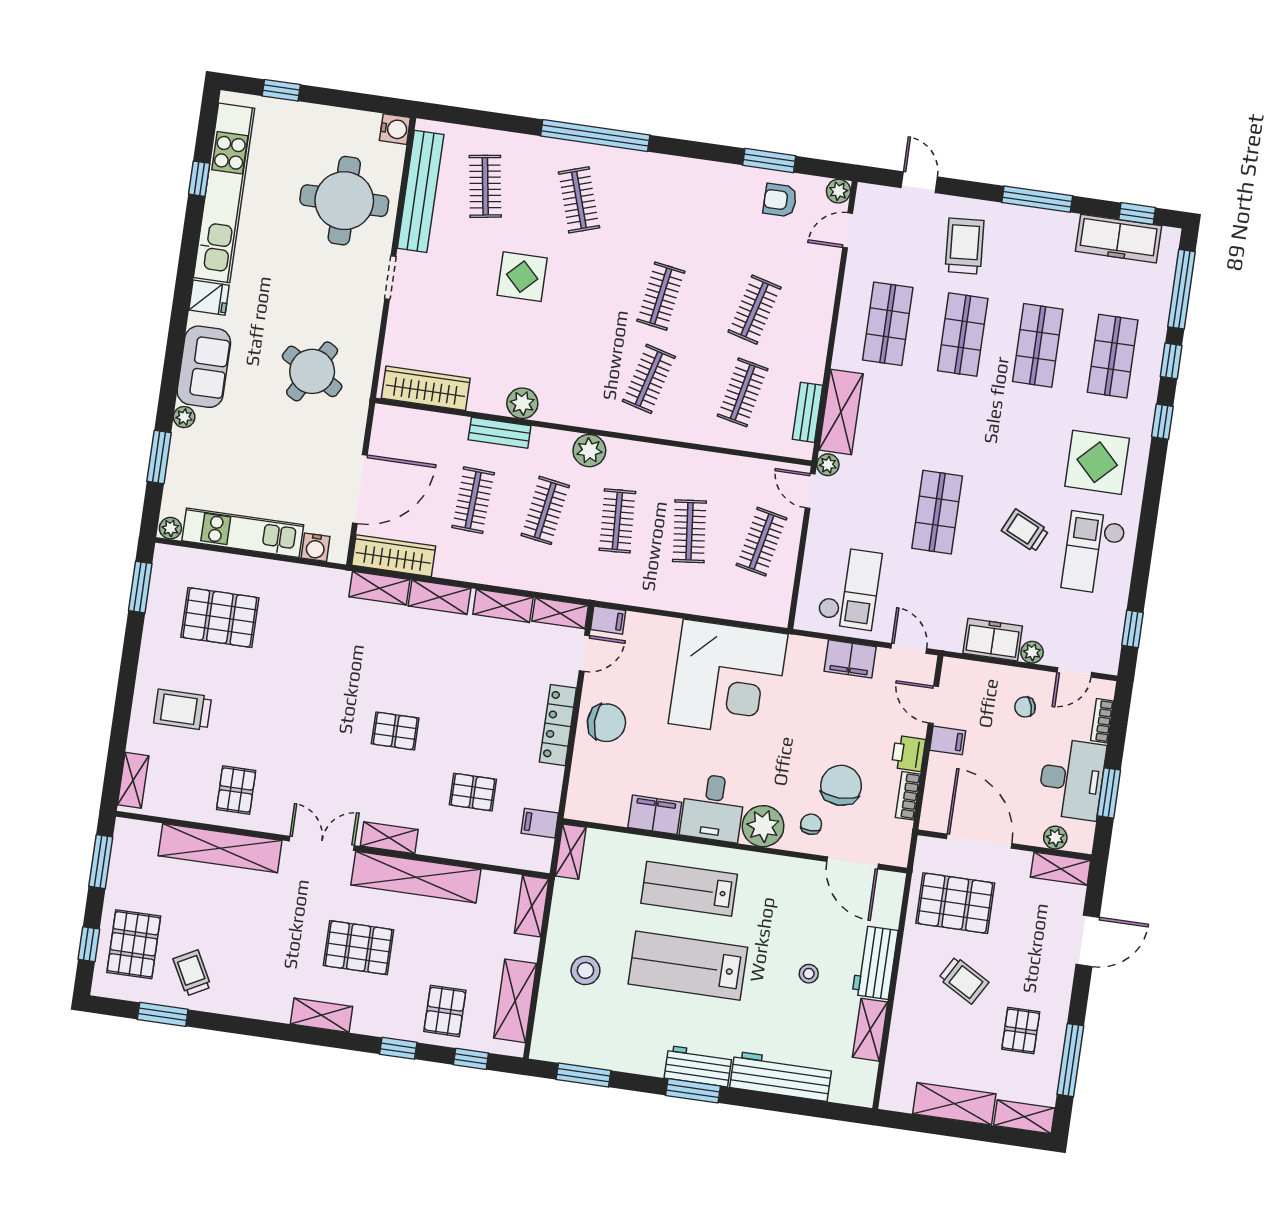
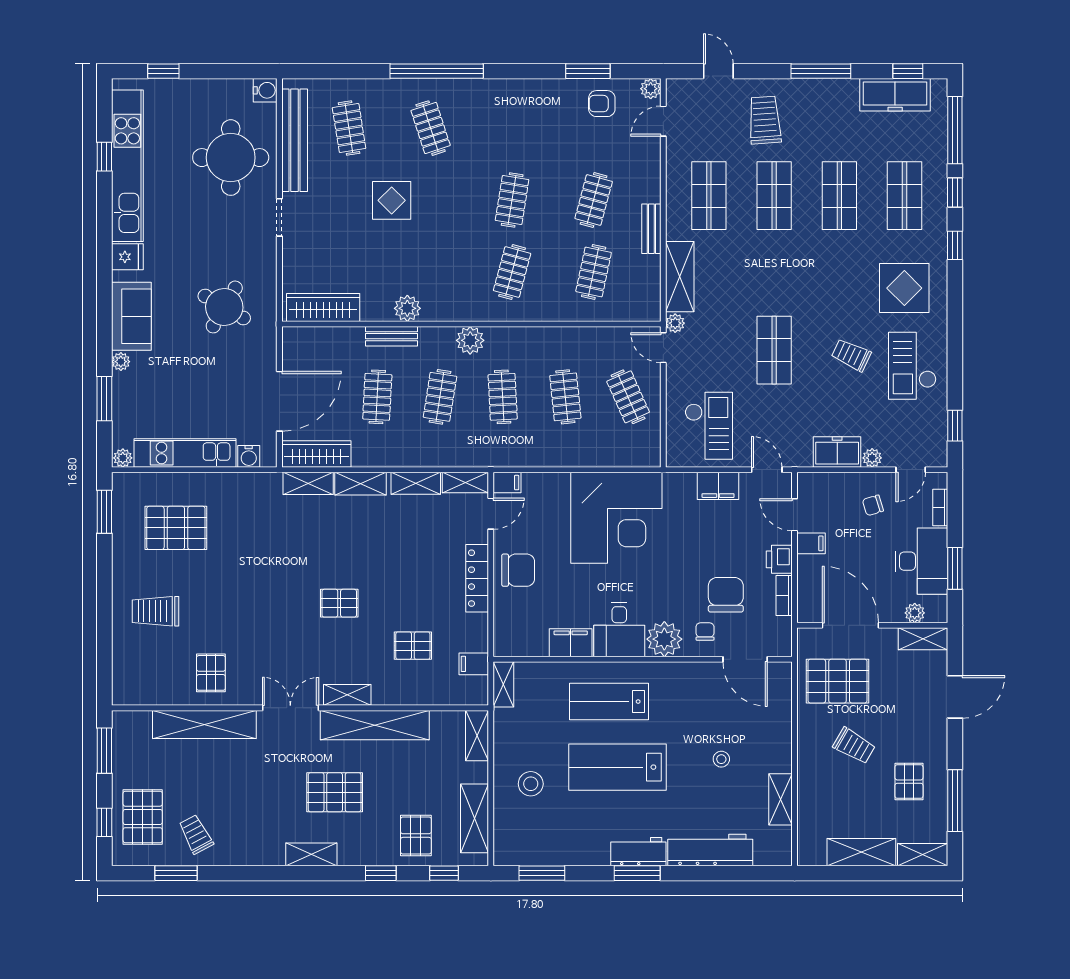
bench: (807, 412) -> (651, 229), moved
clothes rail: (762, 542) -> (628, 397), turned -36
shelving: (133, 780) -> (122, 677), removed
workbench: (875, 962) -> (777, 741), removed

